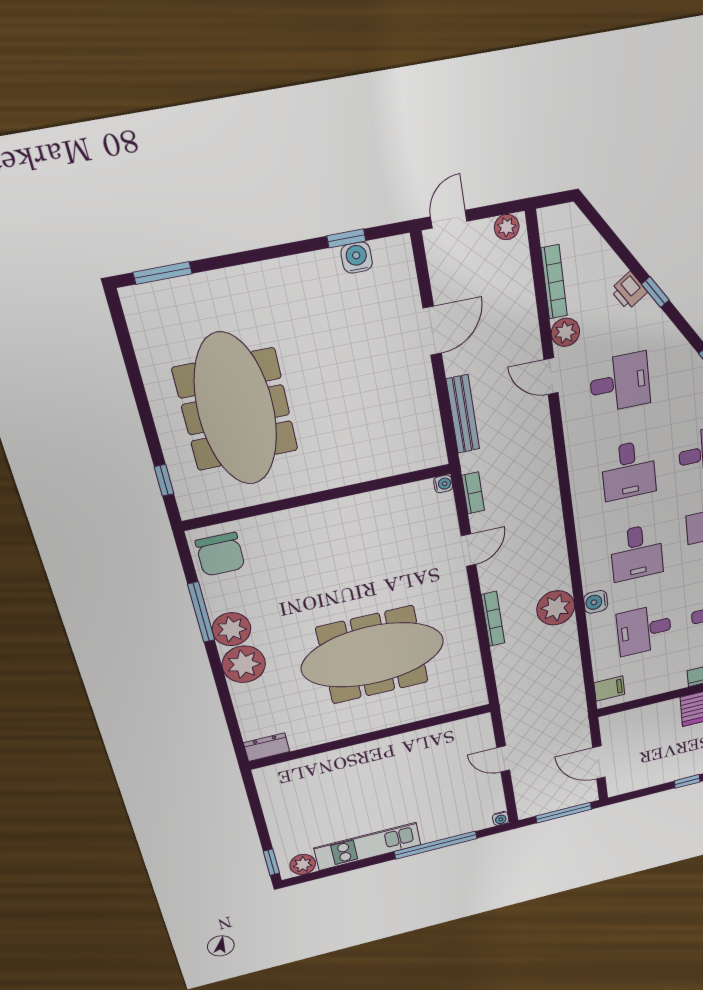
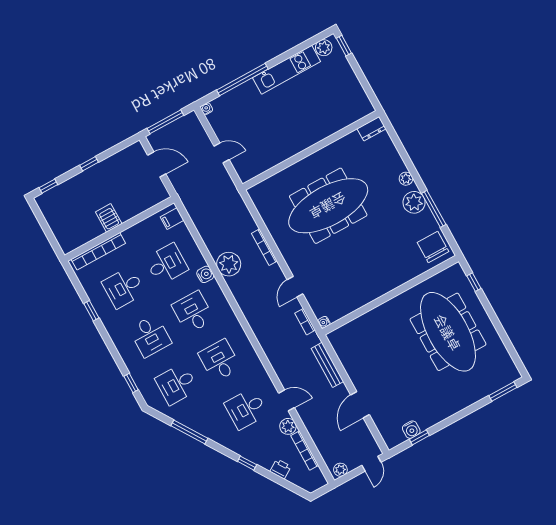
printer: (629, 291) -> (280, 469), moved
plant: (244, 664) -> (406, 179), width x0.53, depth x0.53

